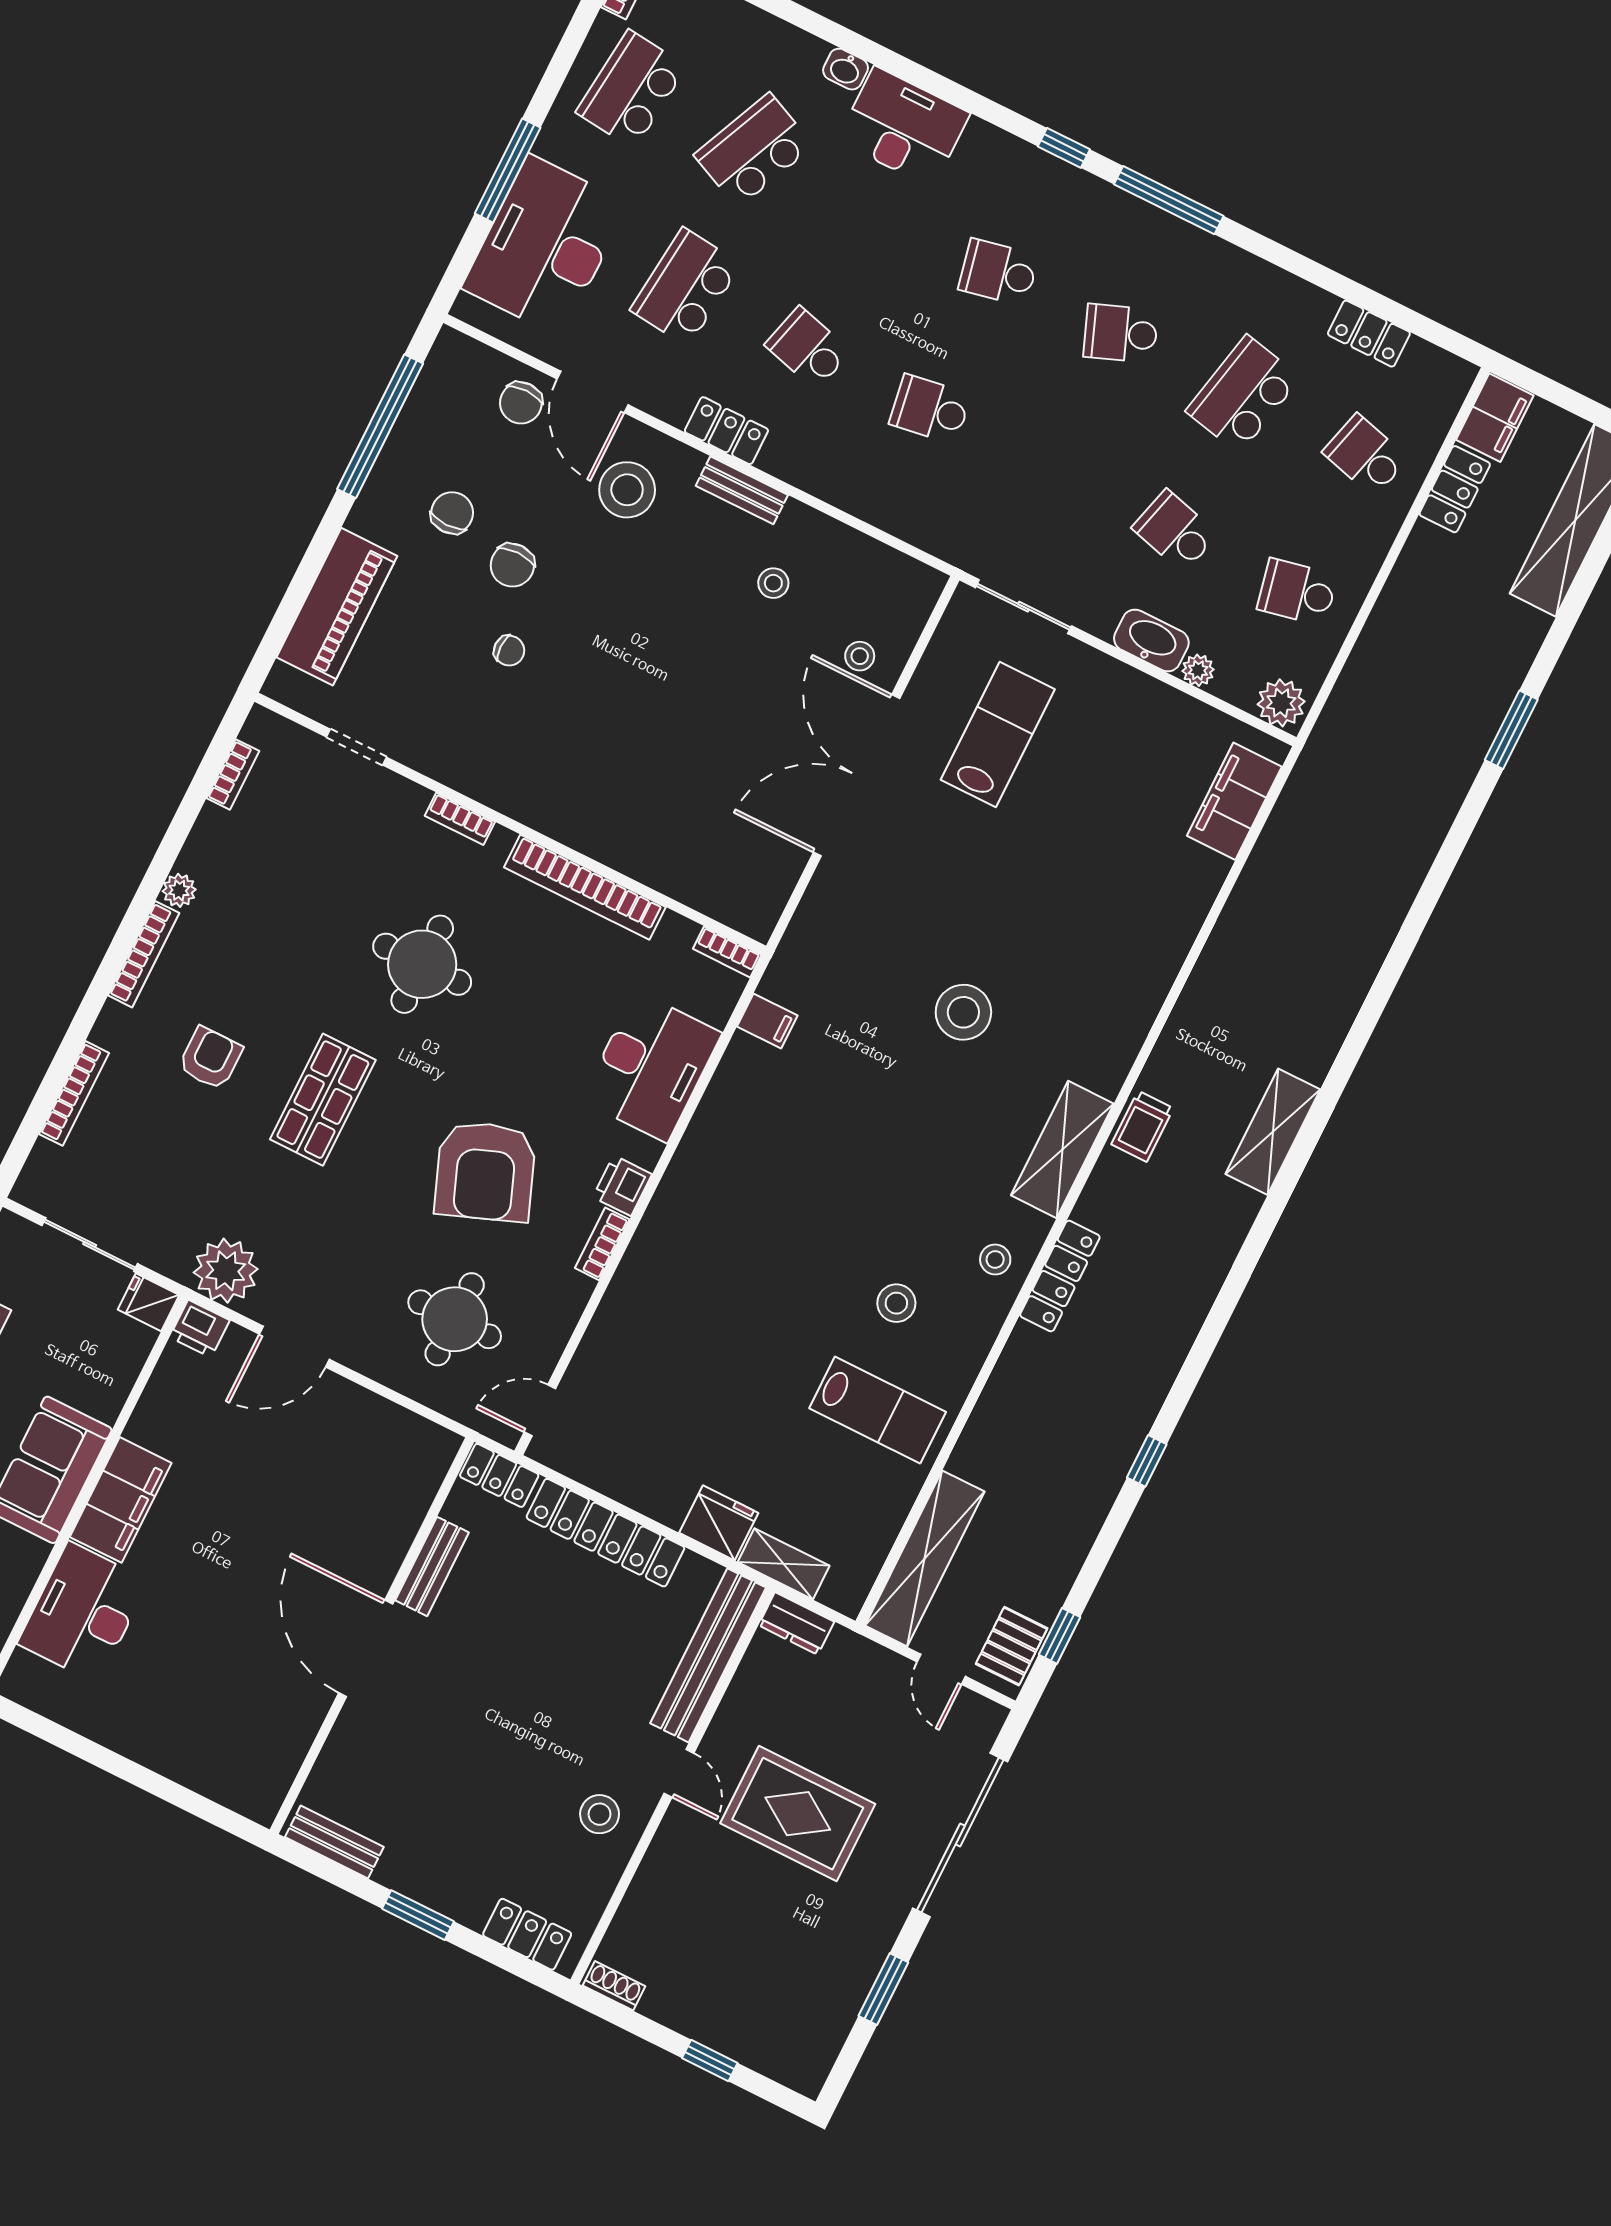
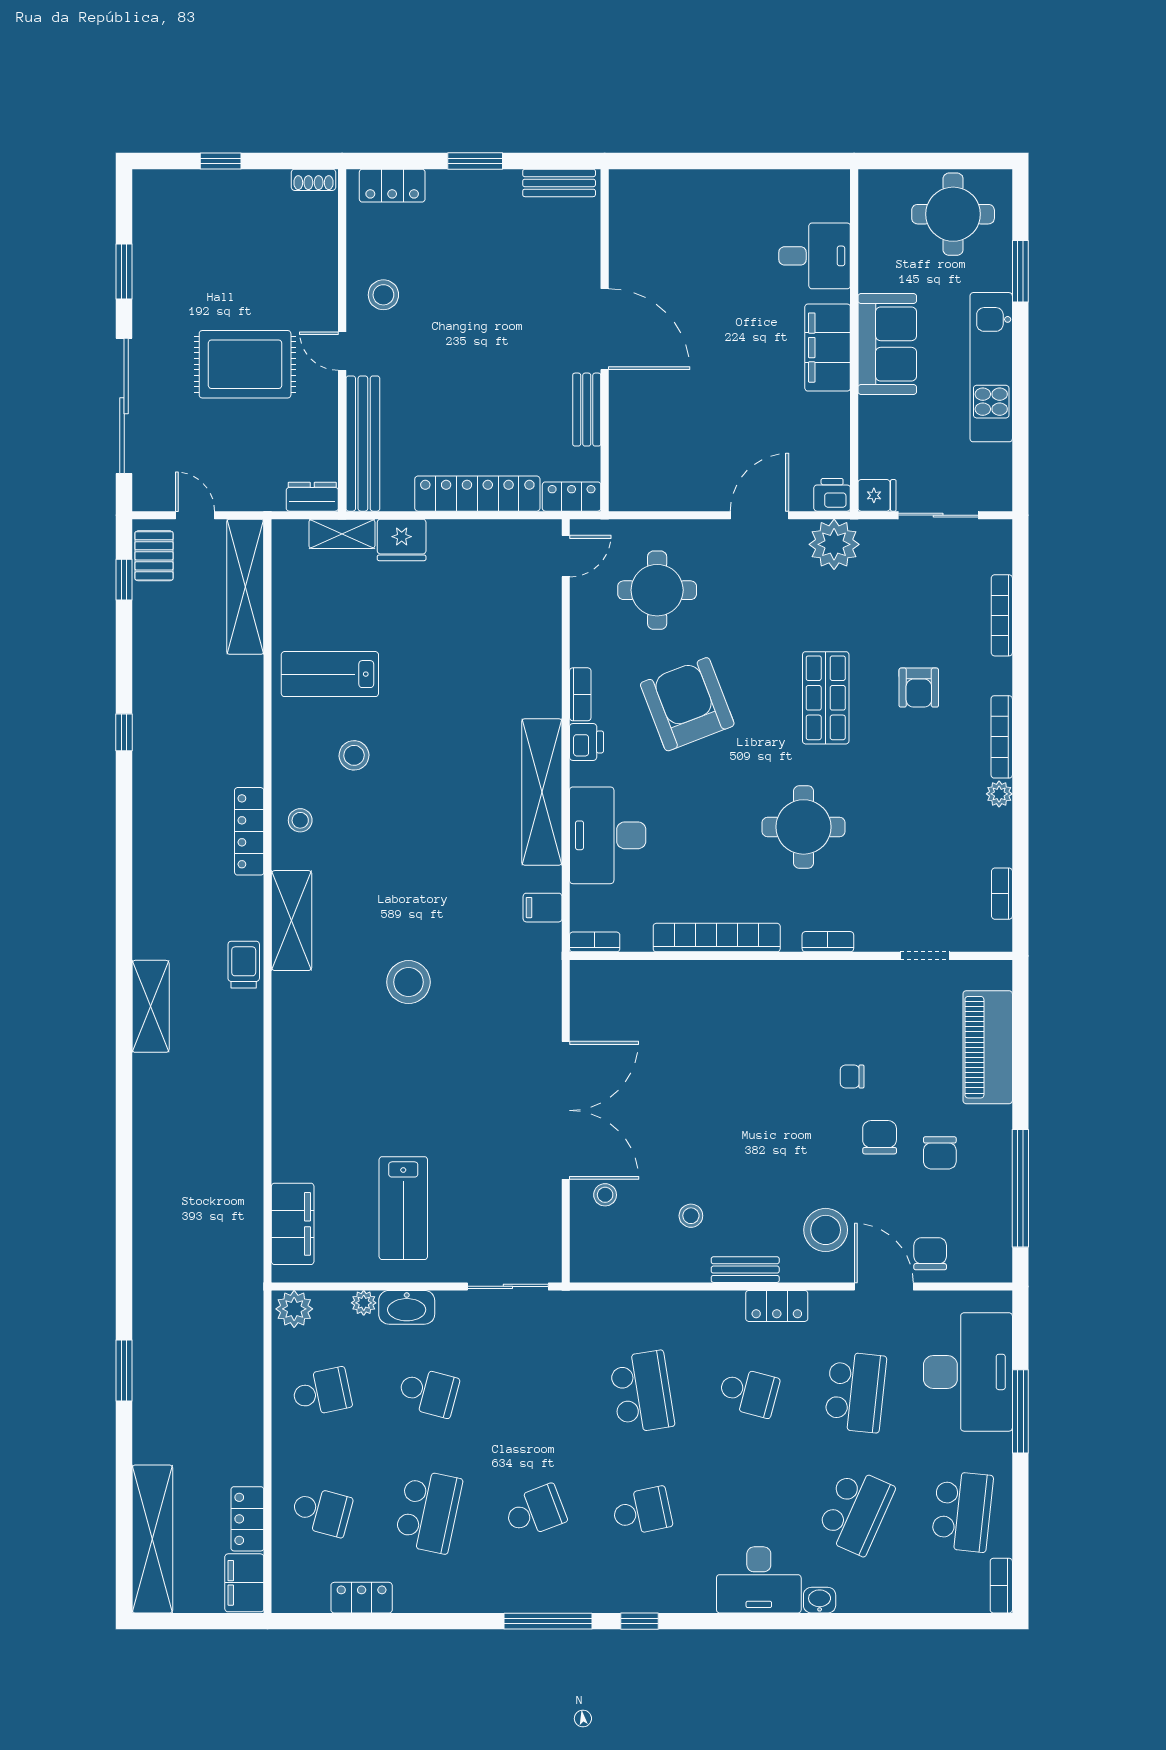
school desk: (930, 409) -> (642, 1392), width x1.85
lab bench: (998, 735) -> (403, 1208), moved
shelving: (702, 1154) -> (542, 792), added
desk: (83, 1612) -> (815, 256), width x0.73

